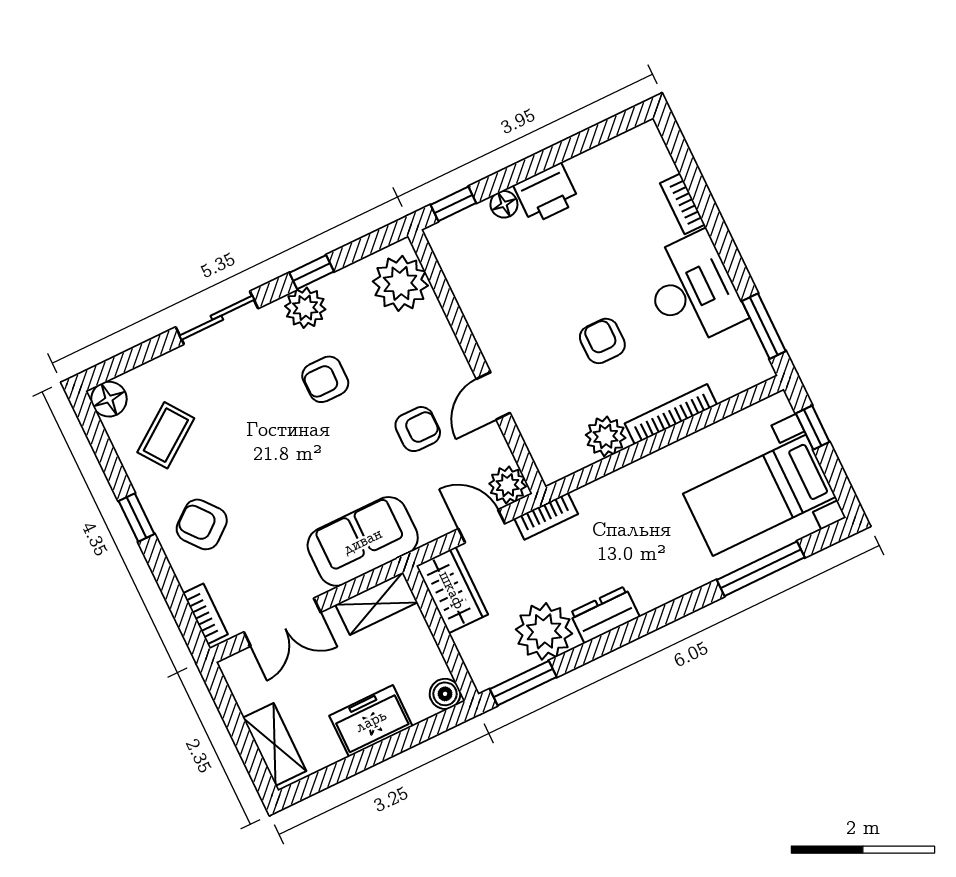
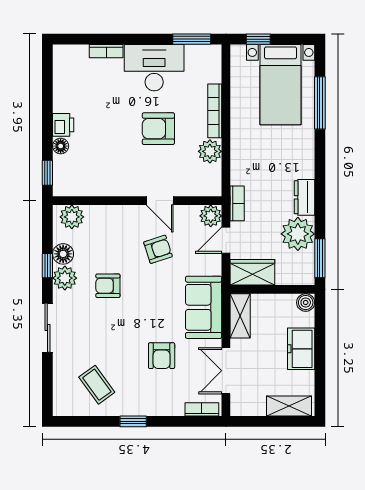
printer: (546, 194) -> (63, 125), width x0.73, depth x0.81
plant: (400, 283) -> (72, 217), width x0.73, depth x0.73
armchair: (602, 341) -> (158, 129), width x1.38, depth x1.38
armchair: (325, 379) -> (108, 286), turned 90
floor lamp: (109, 399) -> (63, 254), moved
armchair: (418, 429) -> (158, 249), turned 72
armchair: (202, 524) -> (162, 356), moved, turned -51
double door: (282, 622) -> (226, 371), swing flipped

